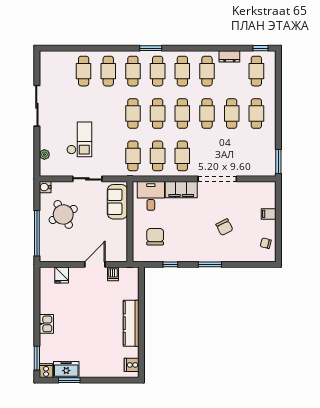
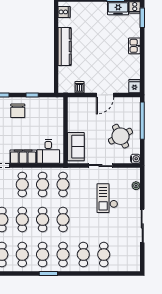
chair: (155, 237) -> (18, 111), moved
door: (95, 264) -> (105, 95), moved
fridge: (62, 275) -> (135, 86), moved

